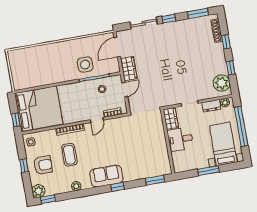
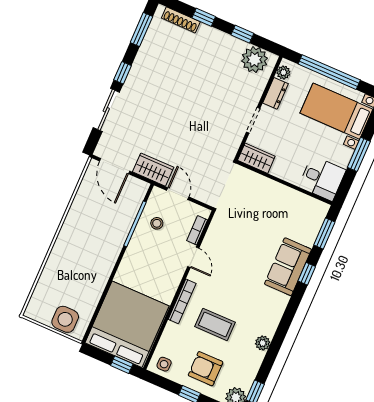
side table: (85, 65) -> (65, 319), moved
desk: (180, 139) -> (322, 178), moved, turned -90
armchair: (43, 165) -> (206, 369), turned -90
sofa: (106, 176) -> (288, 267), moved
window: (117, 187) -> (307, 274), moved

